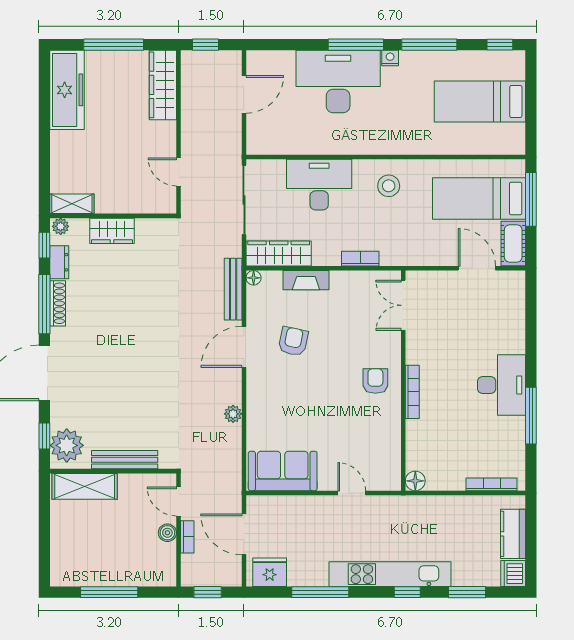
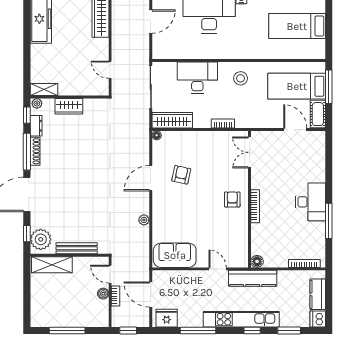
fireplace: (306, 280) -> (189, 137), removed
bench: (233, 289) -> (144, 142), removed
kitchen counter: (408, 508) -> (253, 278), added

